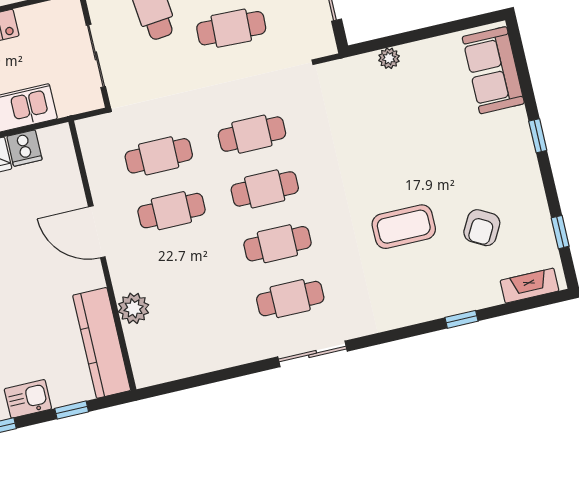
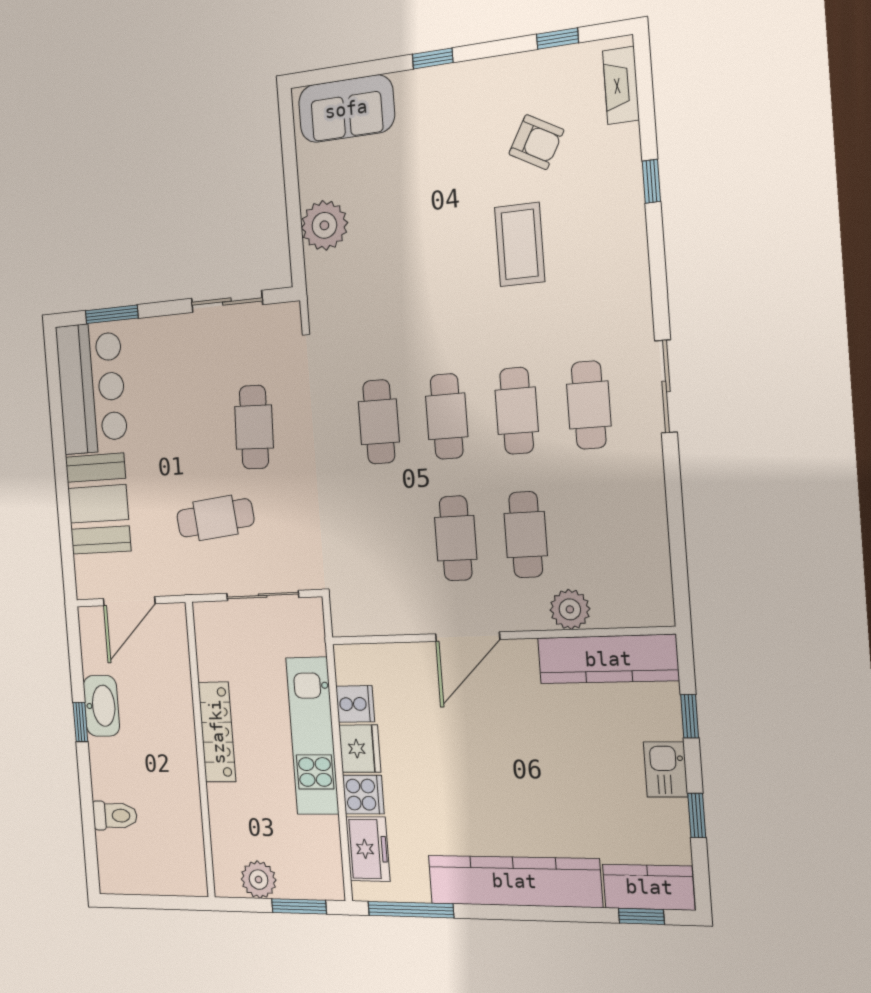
plant: (389, 58) -> (324, 225), width x1.88, depth x1.88
cafe table: (159, 156) -> (526, 535), moved

